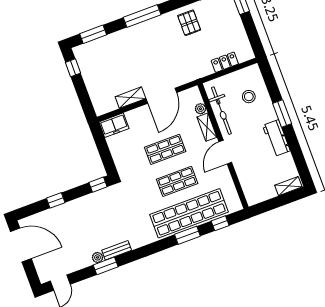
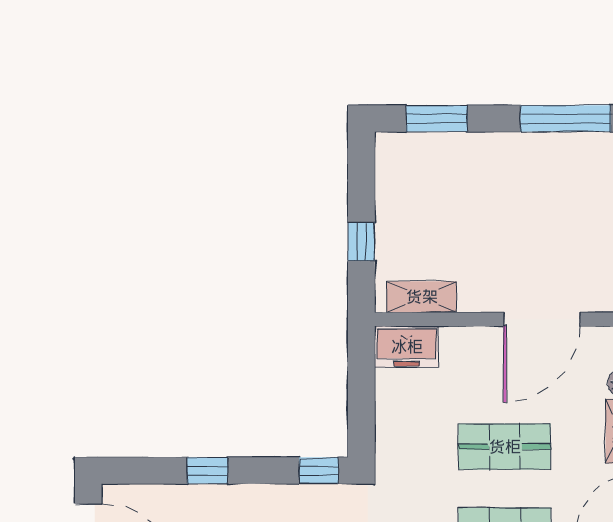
window: (73, 68) -> (361, 242), moved
shelving: (130, 98) -> (422, 297), moved

